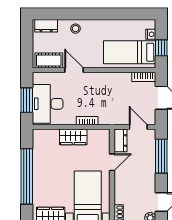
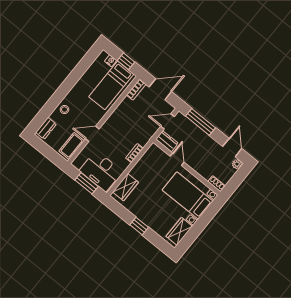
wardrobe: (73, 137) -> (126, 187), moved
window: (27, 176) -> (139, 226), width x0.32

